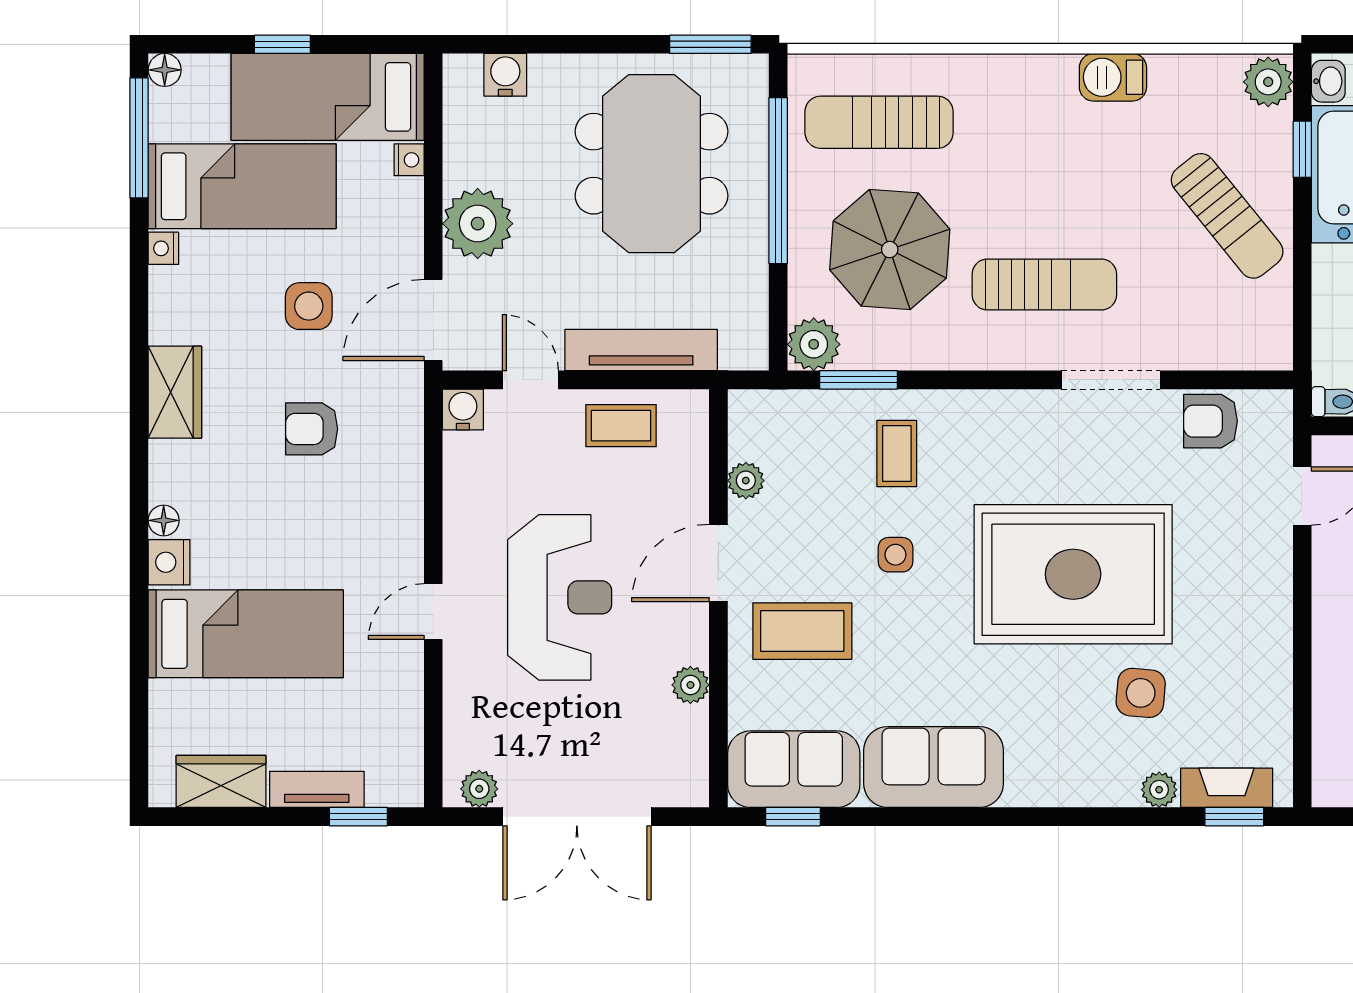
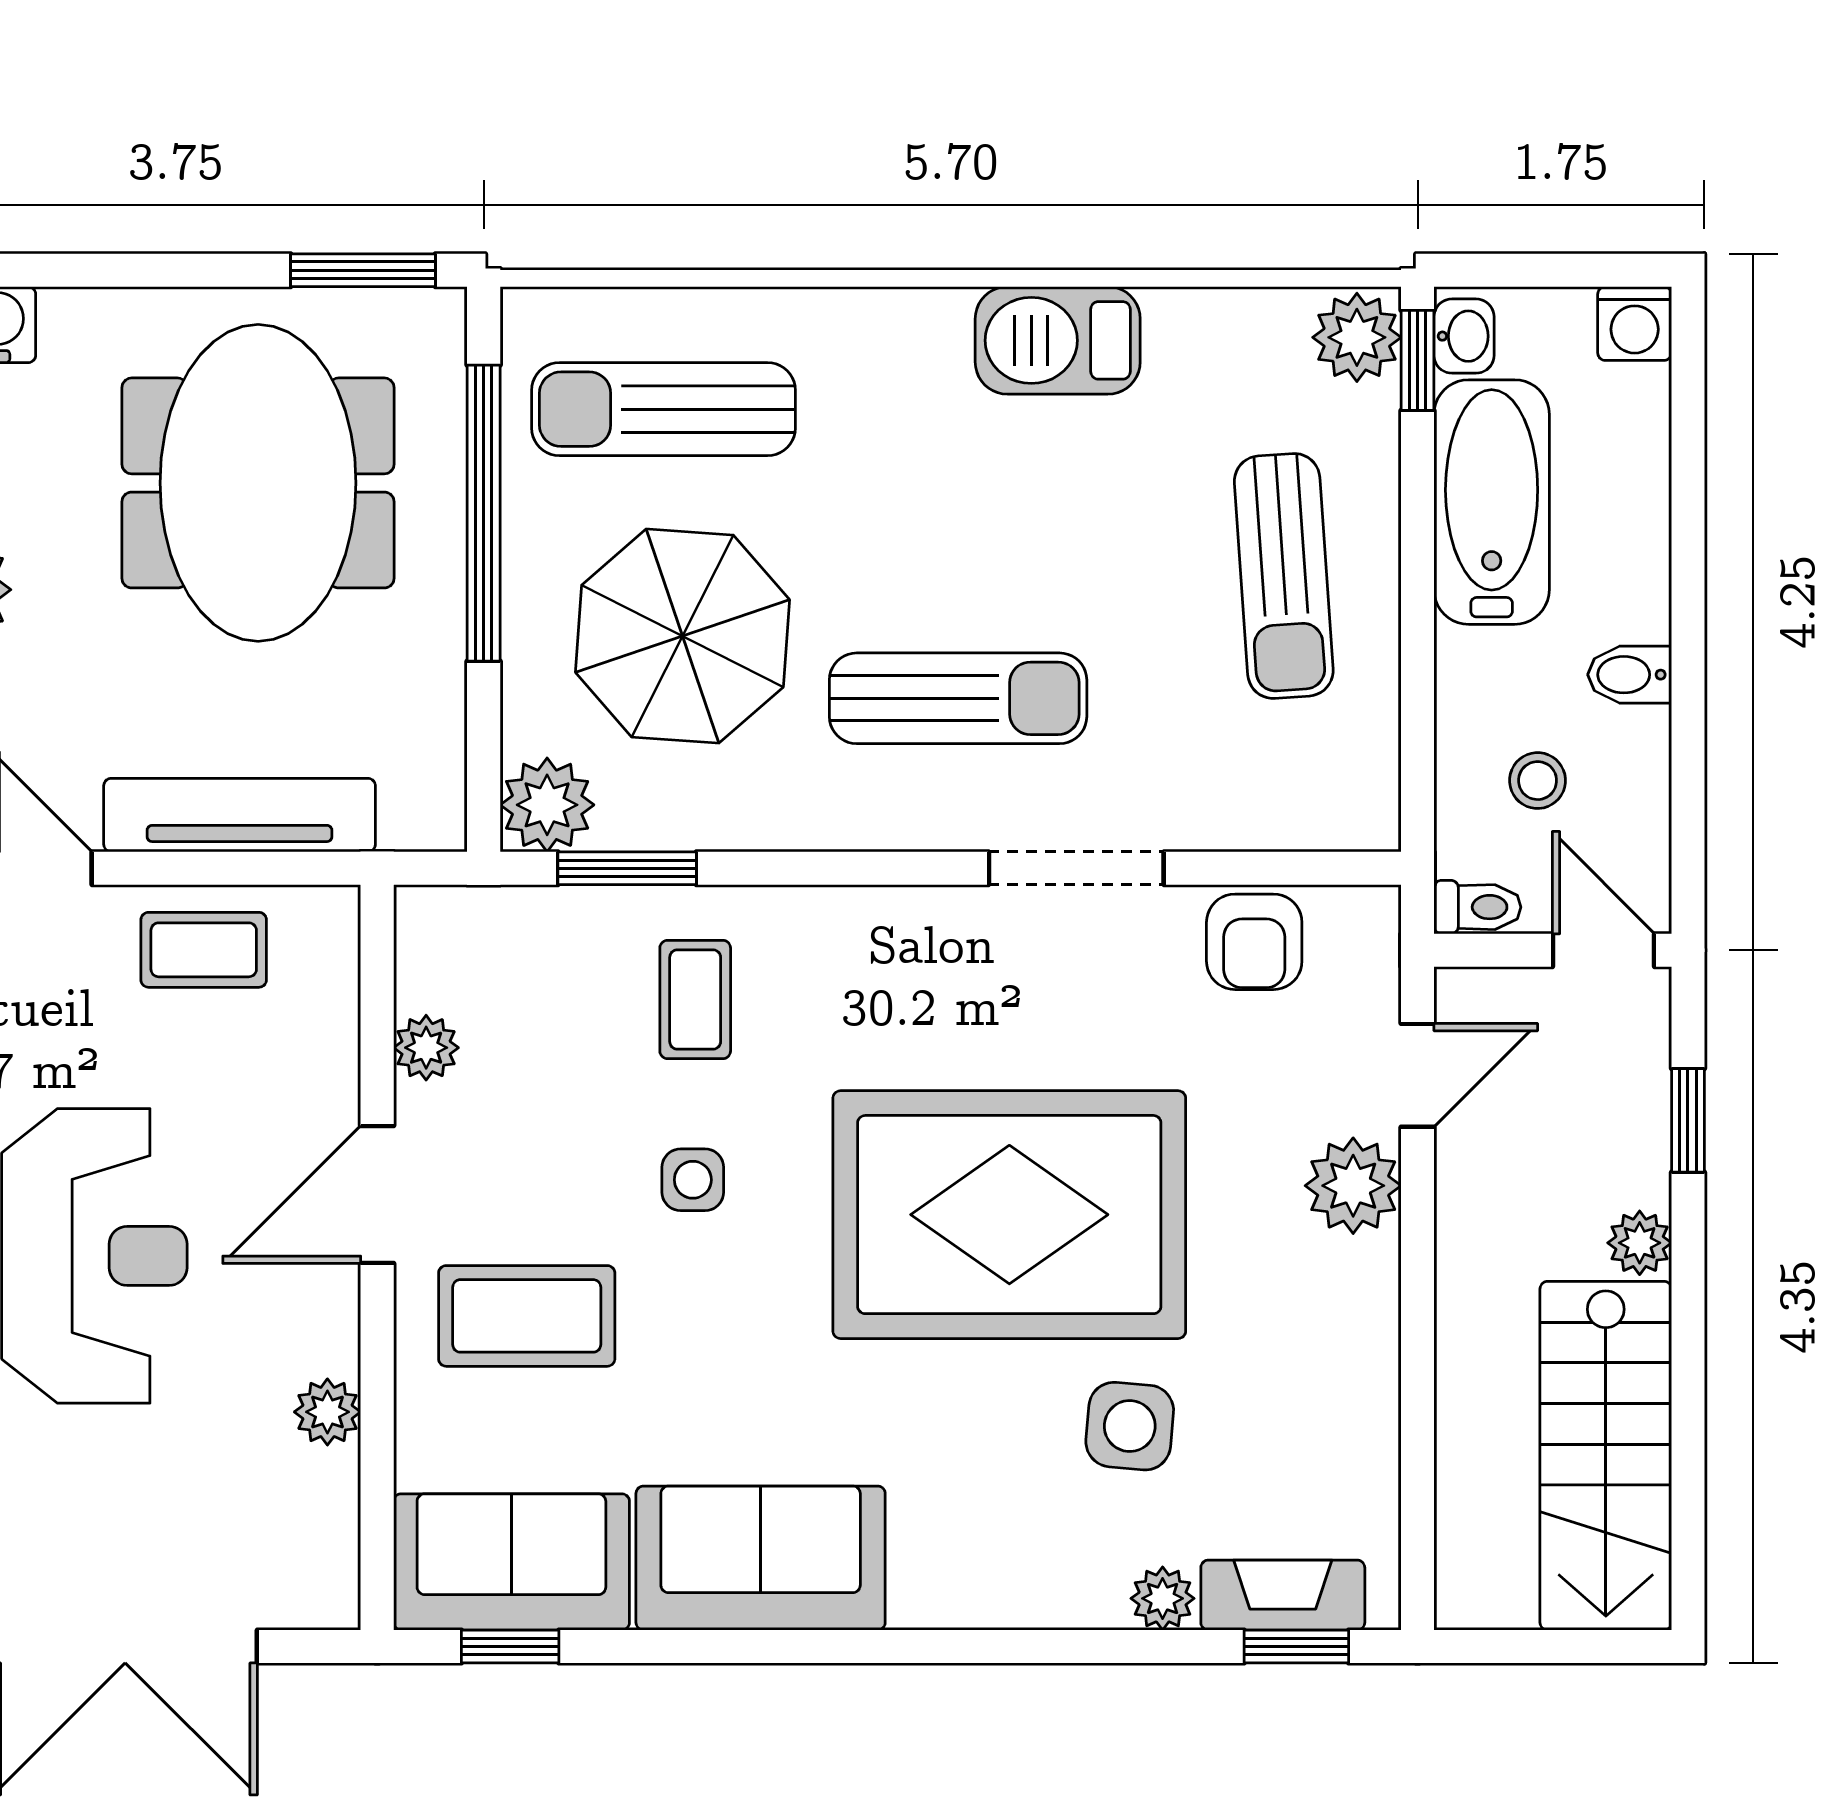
barbecue: (1113, 77) -> (1058, 340), width x1.38, depth x1.27
window: (1302, 149) -> (1418, 360), moved
sun lounger: (1227, 216) -> (1284, 576), turned 35
armchair: (1211, 421) -> (1254, 942), turned -90
plant: (1266, 558) -> (1353, 1186), added

